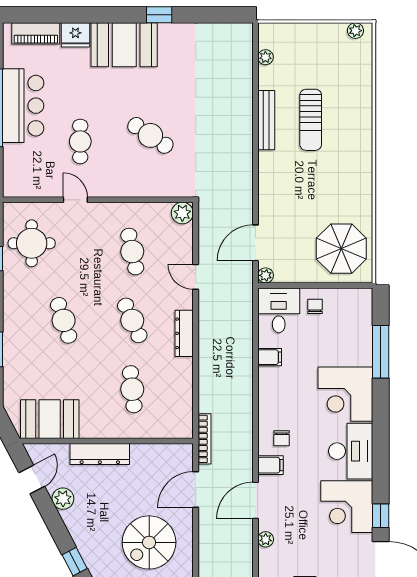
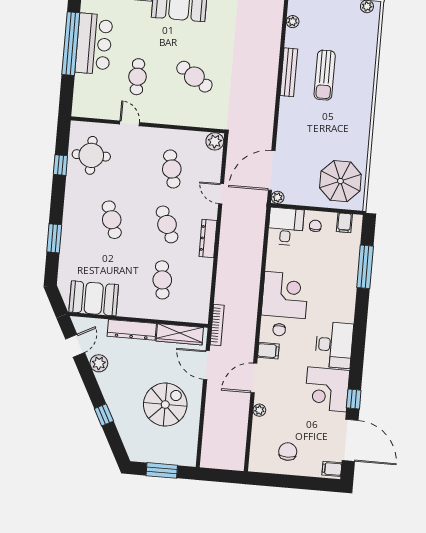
door: (255, 243) -> (272, 170), width x1.36
filing cabinet: (270, 357) -> (344, 223), moved, turned 90
corner desk: (345, 394) -> (285, 295), moved, turned 180
wardrobe: (159, 454) -> (180, 334), added
door: (196, 490) -> (206, 365), hinge flipped
spiral stairs: (149, 542) -> (165, 405), turned 180

